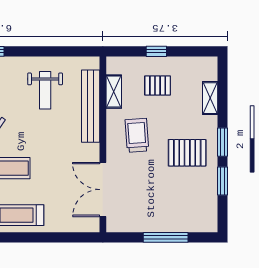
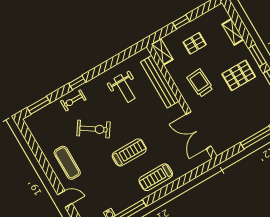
shelving: (114, 92) -> (162, 52), moved

